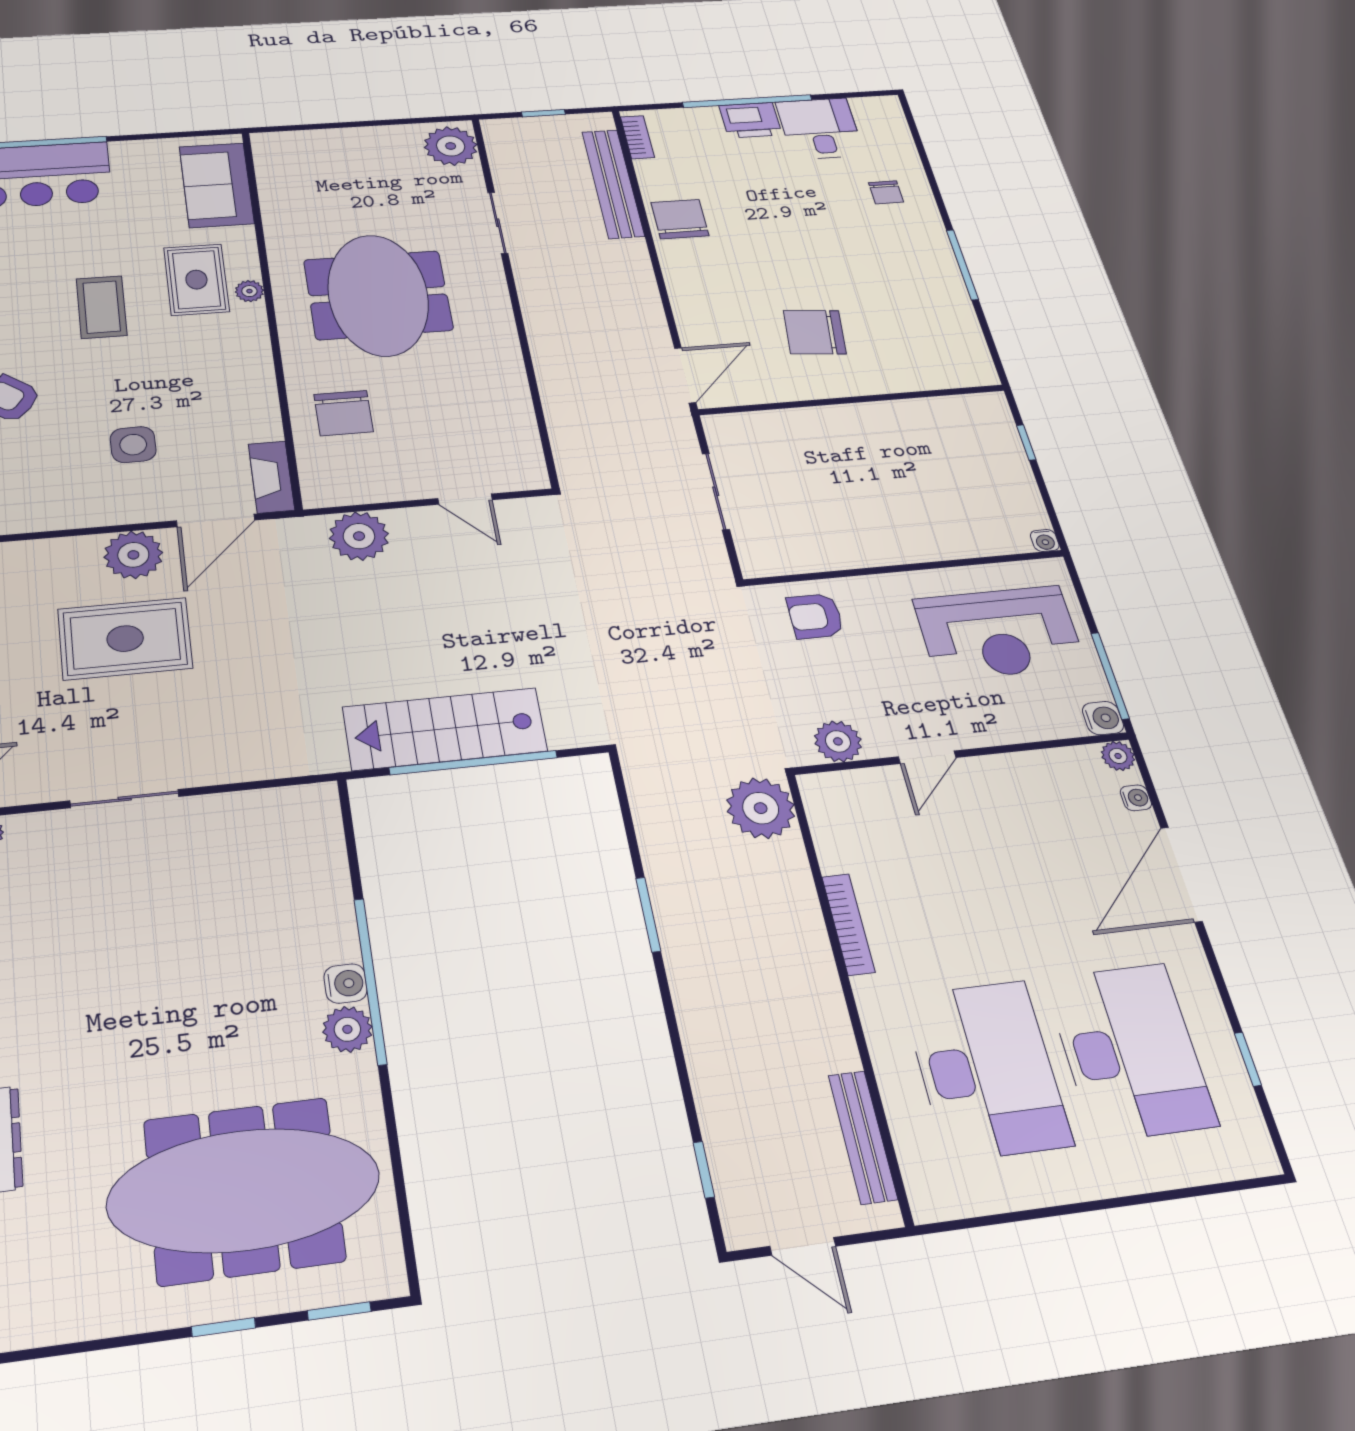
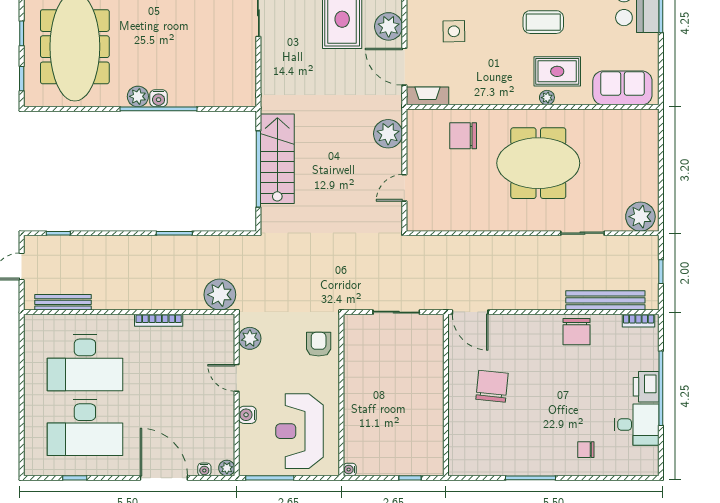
chair: (680, 219) -> (576, 332), turned 90
water cooler: (1103, 718) -> (247, 415), moved, turned 90

